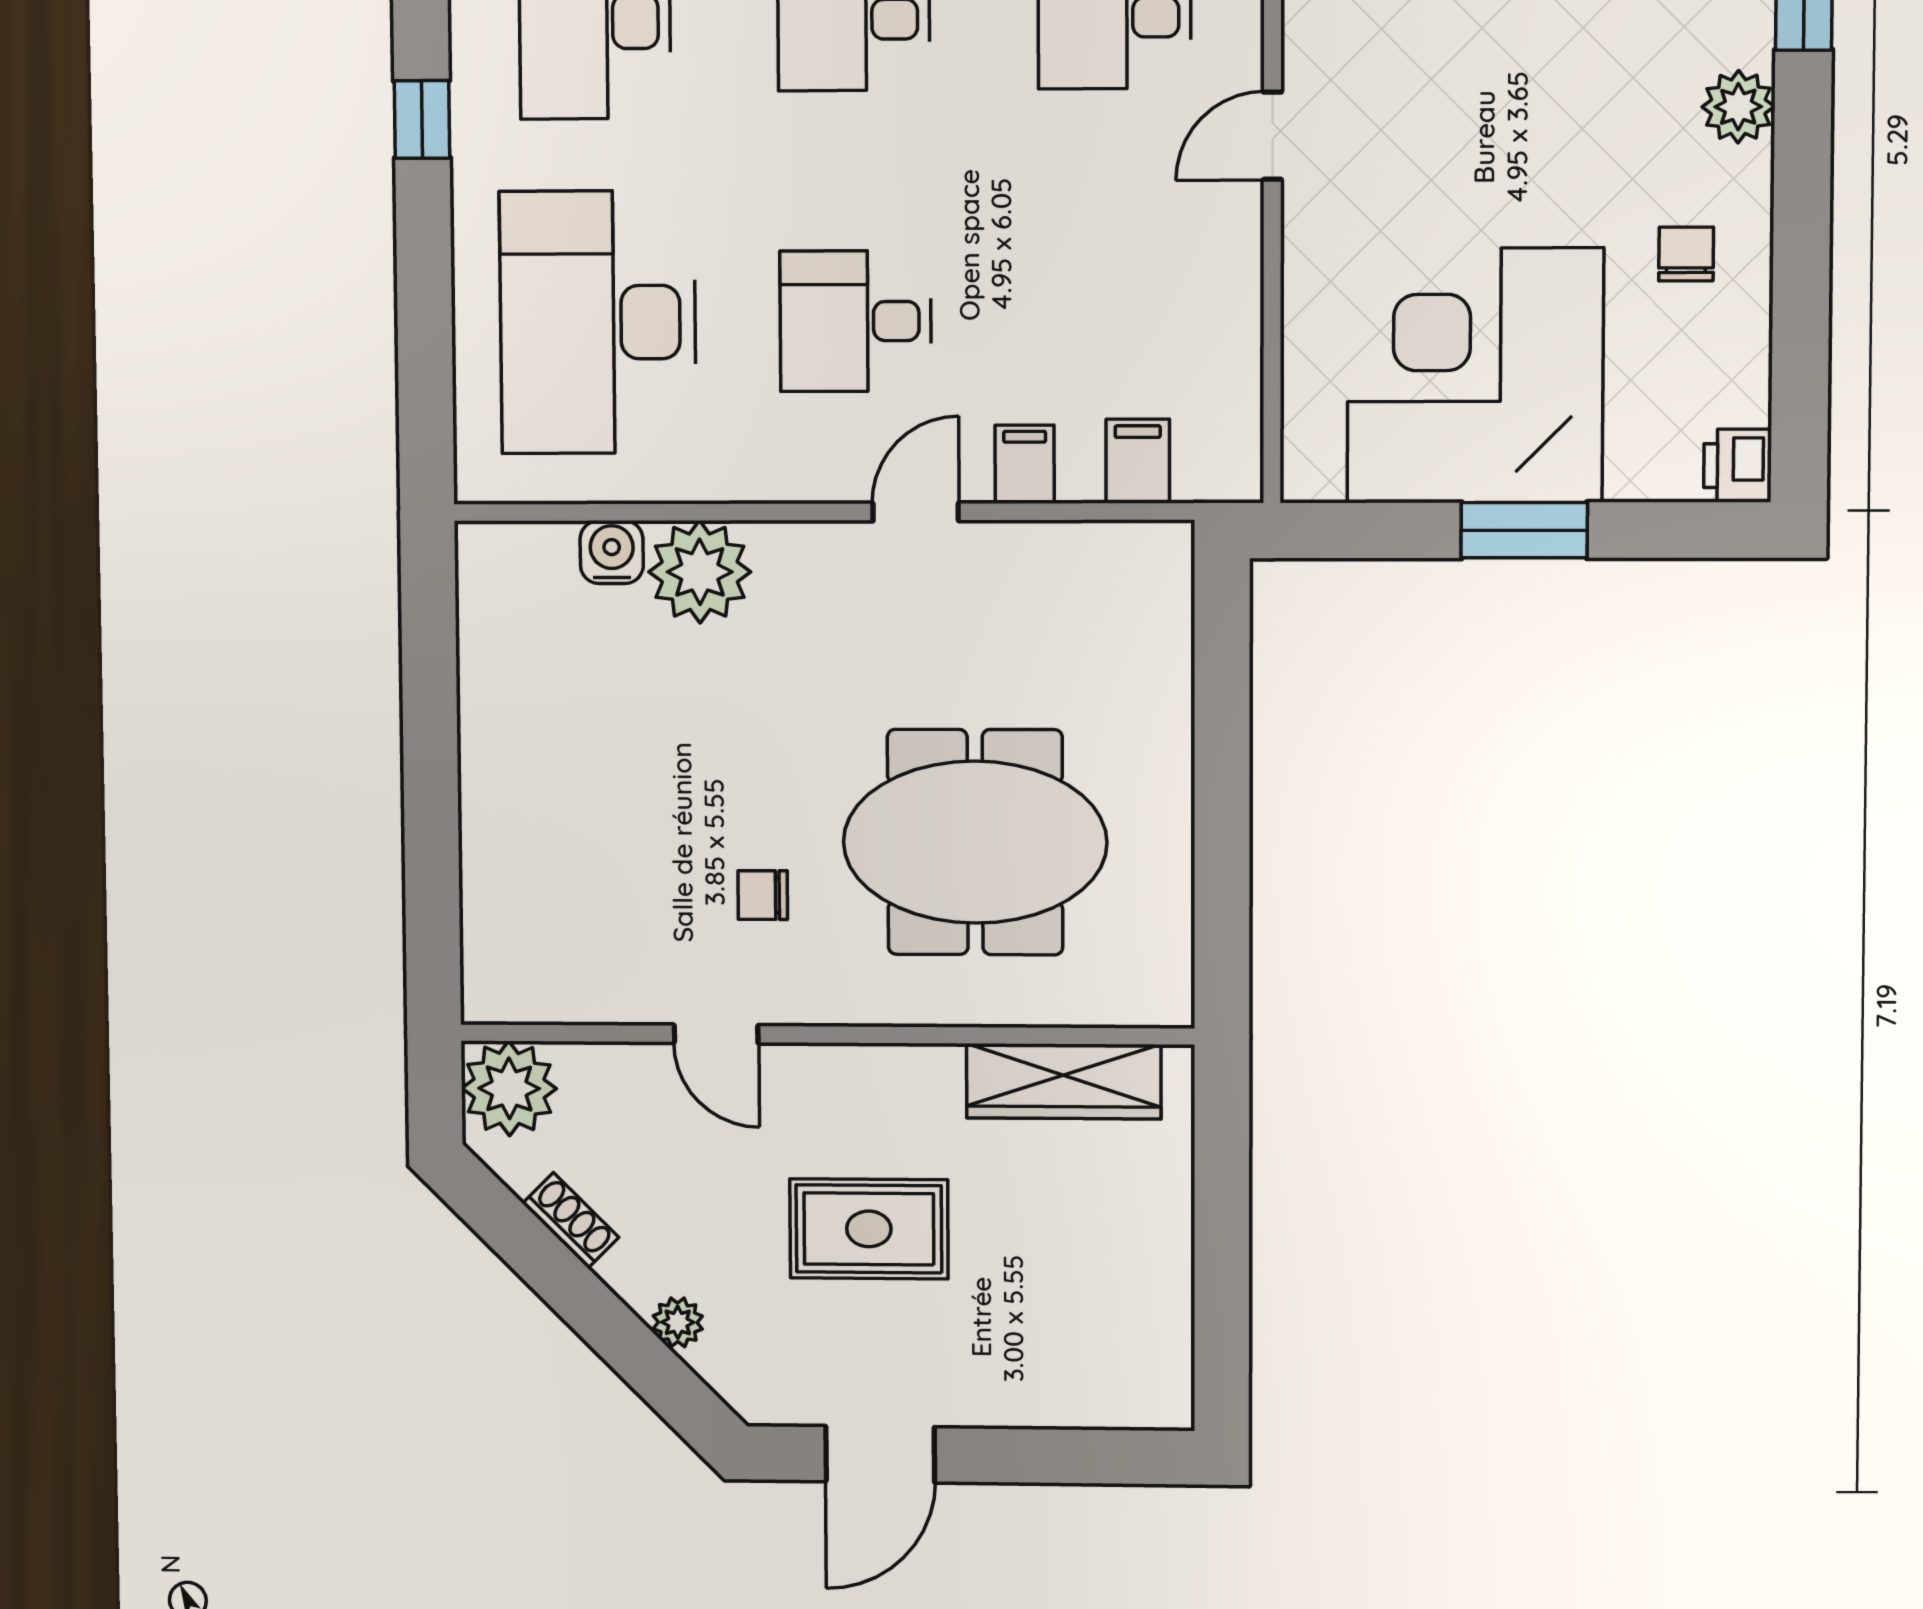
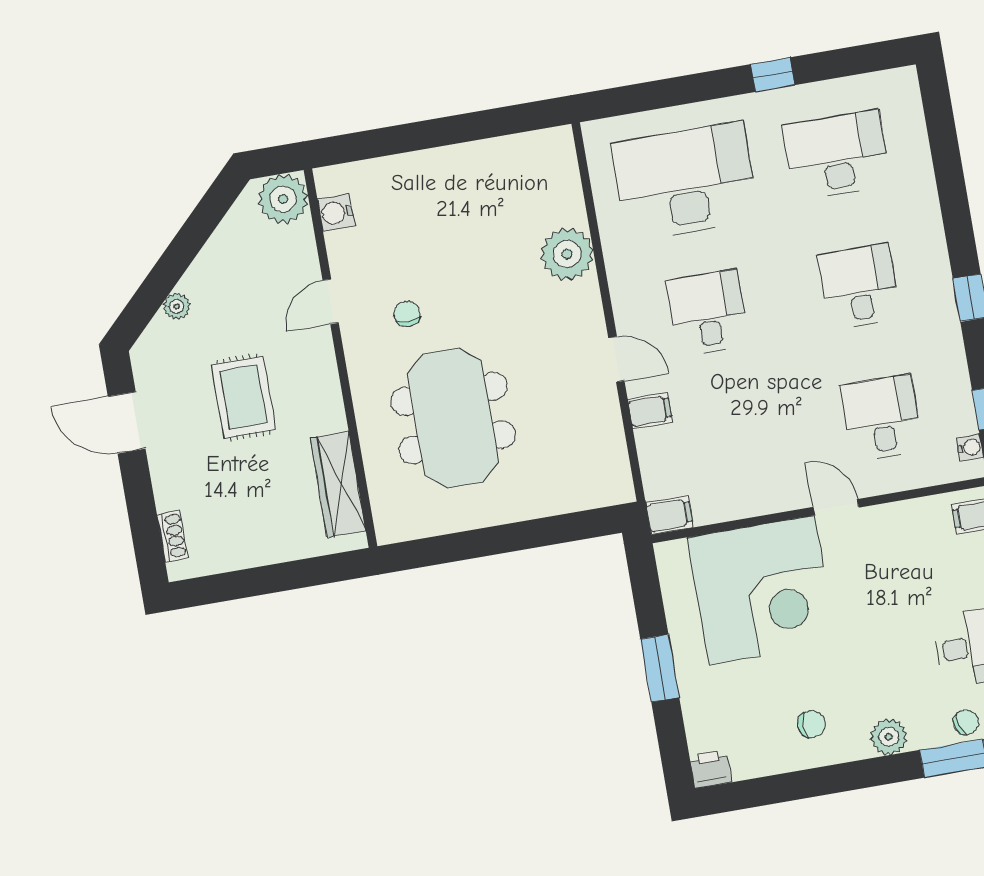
corner desk: (1475, 376) -> (762, 590), moved, turned 90
filing cabinet: (1138, 461) -> (670, 515), moved
water cooler: (612, 552) -> (336, 213), moved, turned 180
shoe rack: (571, 1220) -> (172, 536), moved, turned -45

